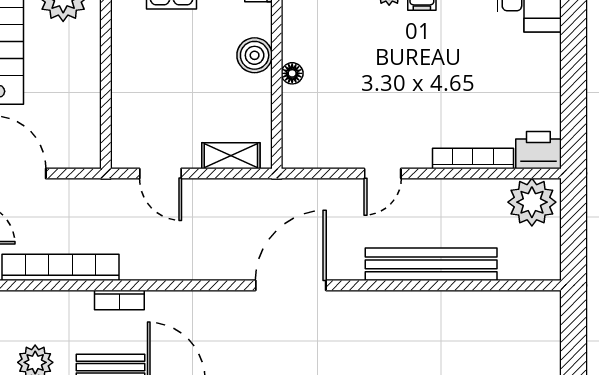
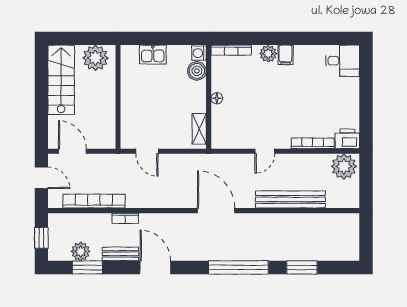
boiler: (255, 55) -> (197, 71), moved
shelving: (231, 156) -> (199, 129), moved, turned 90
door: (291, 285) -> (216, 211), hinge flipped

